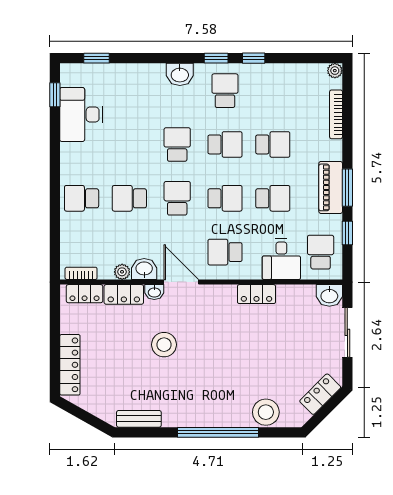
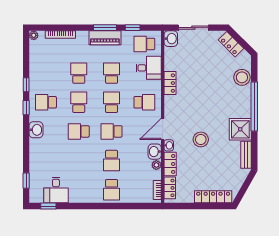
desk: (81, 115) -> (56, 190), width x0.73
school desk: (225, 252) -> (144, 102), turned -90
shower: (181, 409) -> (240, 129), added

